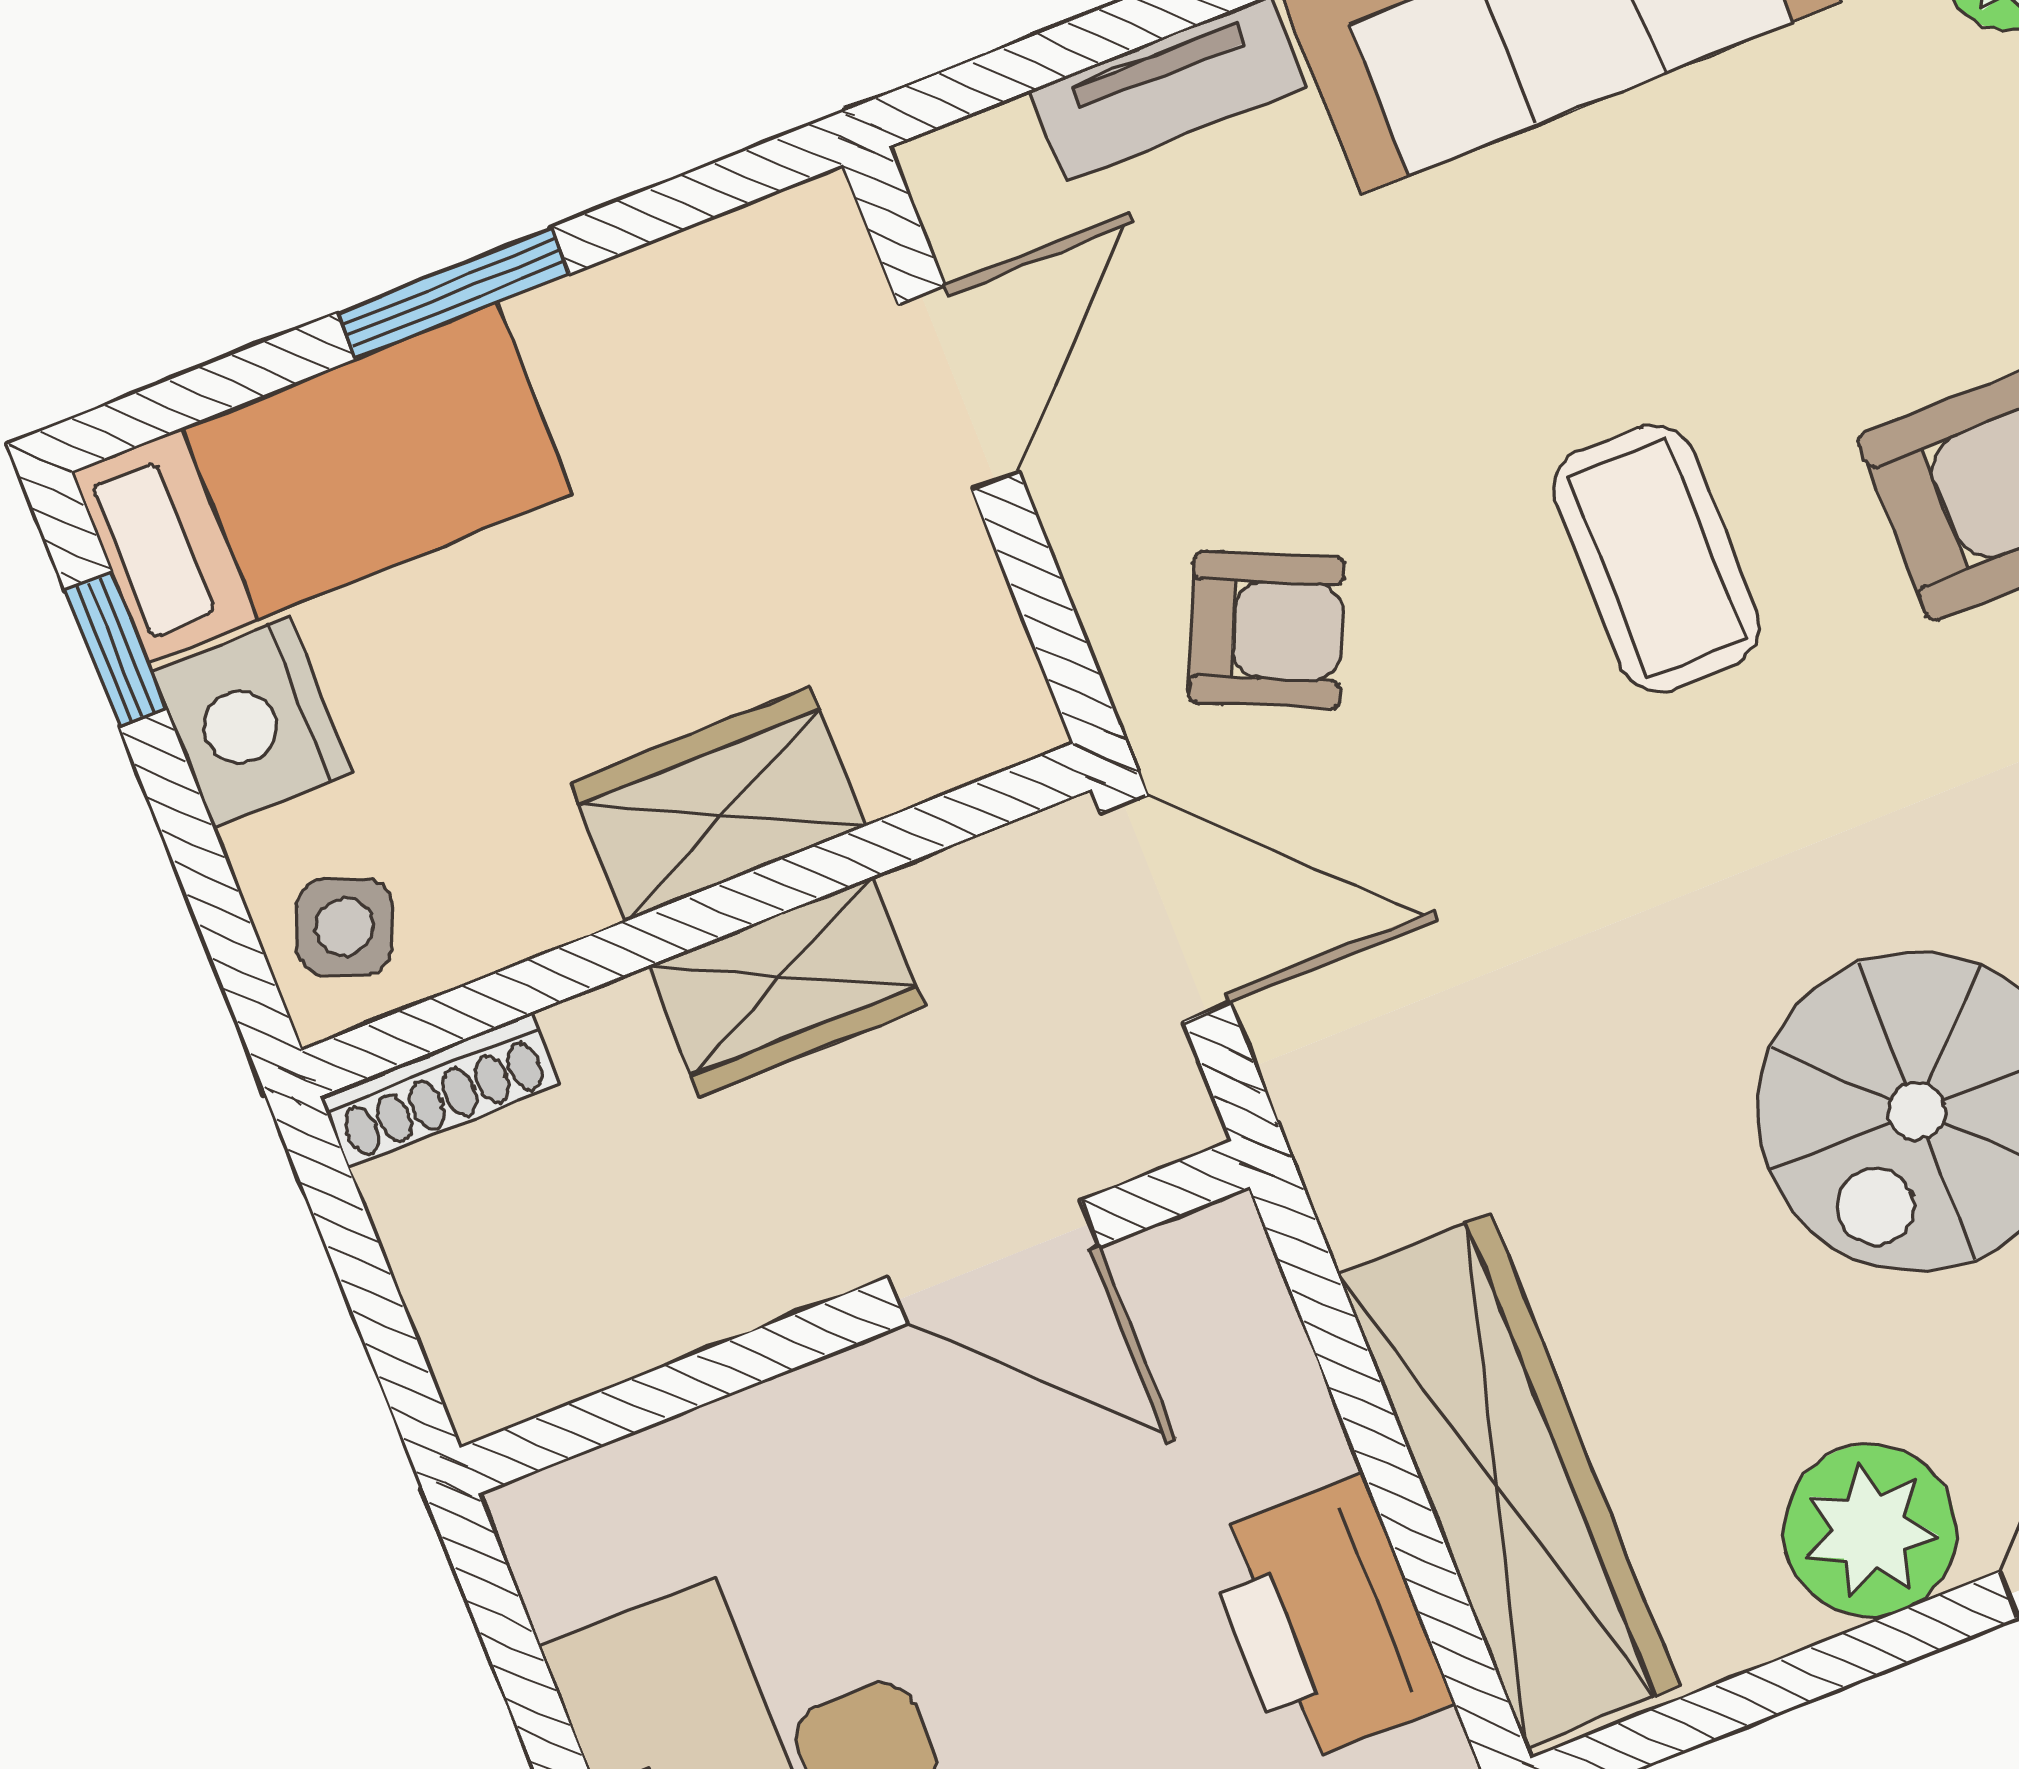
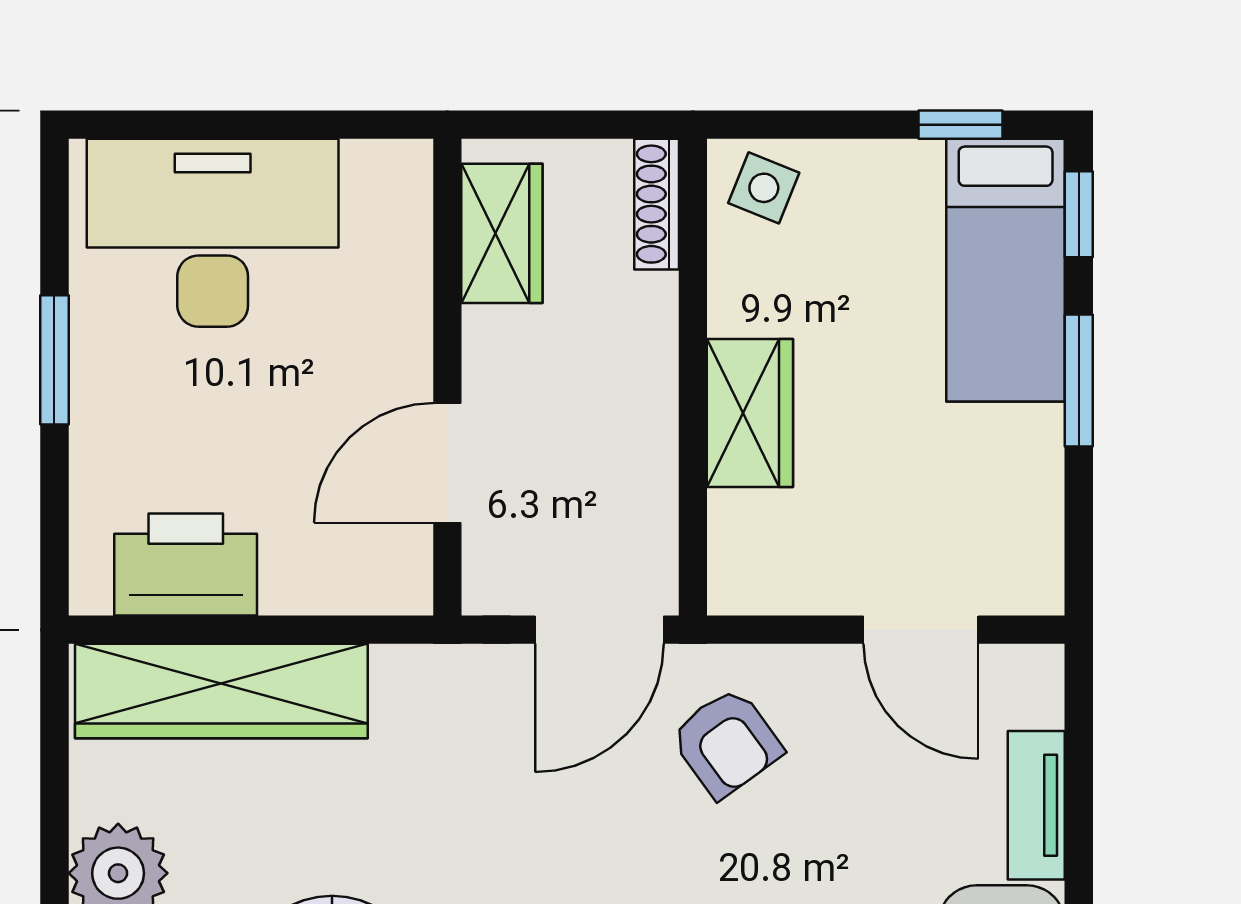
window: (184, 400) -> (1079, 214), added
armchair: (1267, 630) -> (727, 743), turned -60
nightstand: (252, 722) -> (893, 182), removed
wardrobe: (786, 987) -> (502, 233), moved, turned 180

